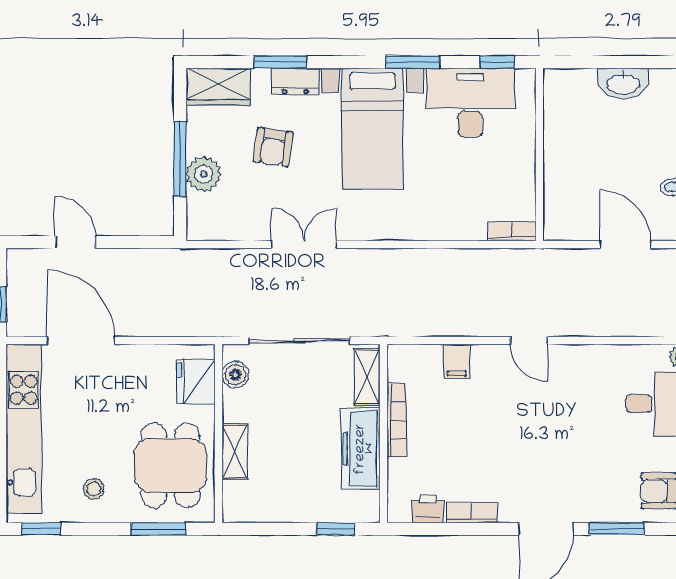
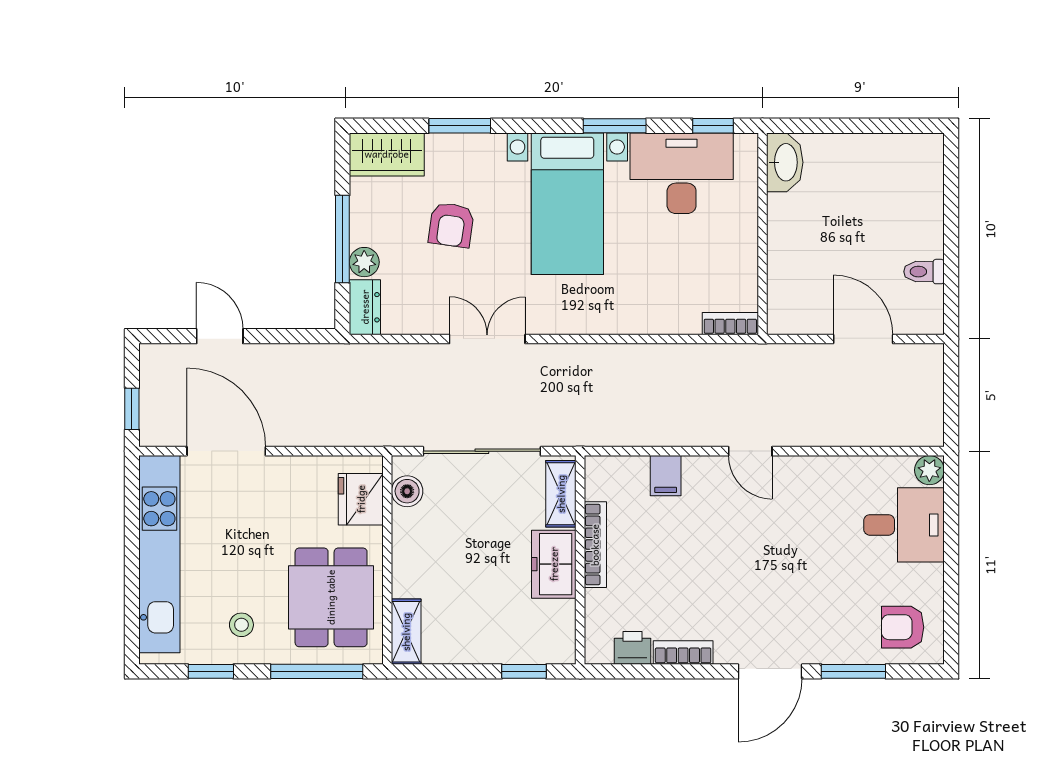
dresser: (295, 81) -> (365, 307), moved, turned -90
washbasin: (623, 84) -> (785, 162), moved, turned -90
plant: (204, 174) -> (364, 262), width x0.73, depth x0.73
freezer: (361, 449) -> (554, 564), width x0.71
shelving: (235, 451) -> (406, 632), moved
window: (41, 529) -> (211, 671), moved
window: (158, 529) -> (317, 671), width x1.44

